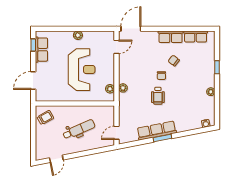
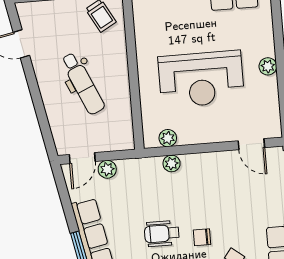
plant: (123, 121) -> (107, 169), added
door: (116, 133) -> (82, 158), swing flipped

